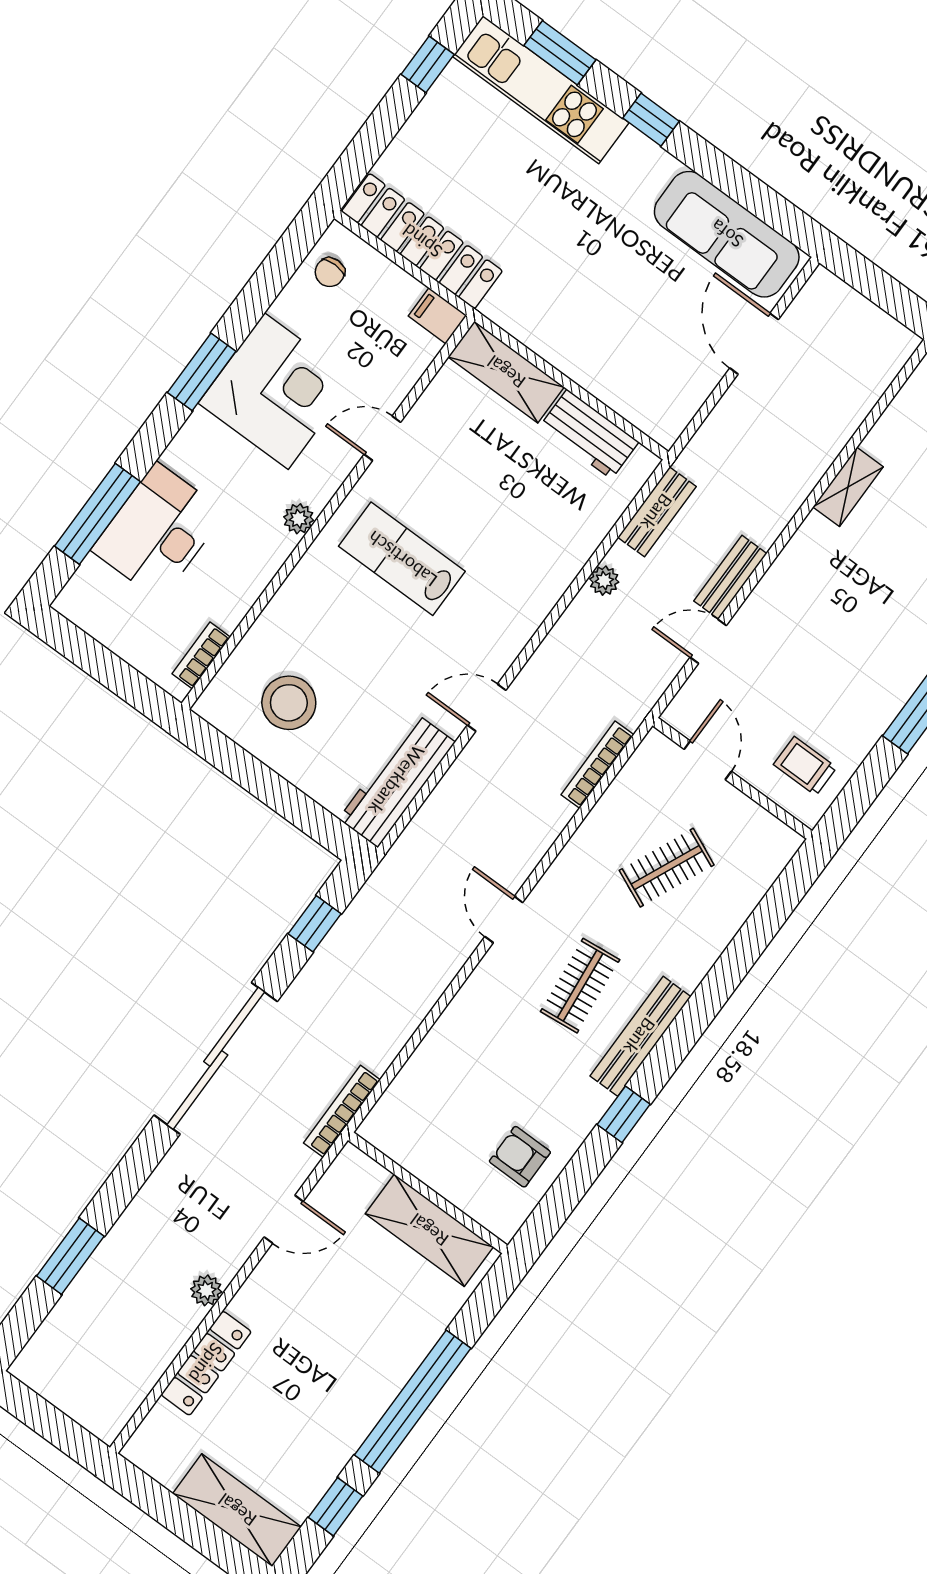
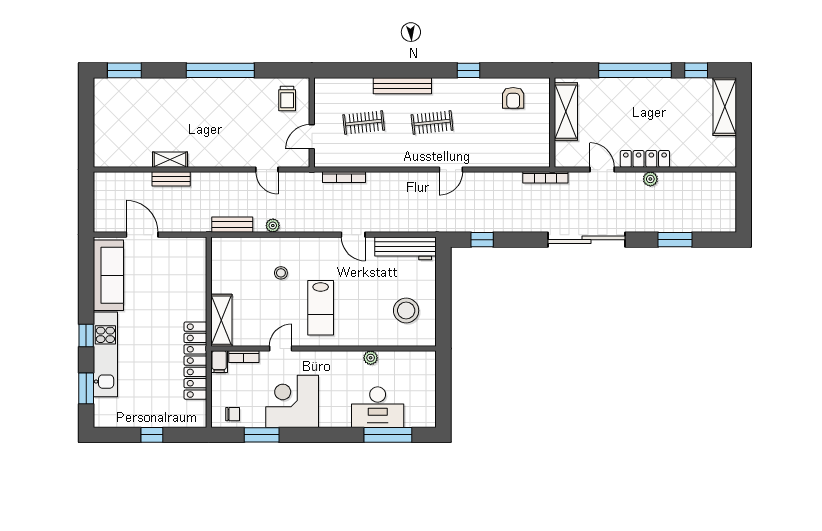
window: (428, 64) -> (152, 435), moved
kitchen unit: (541, 90) -> (105, 354), moved
locker: (422, 241) -> (195, 361), moved
door: (754, 344) -> (142, 235), swing flipped
window: (202, 372) -> (262, 435), moved
workbench: (589, 434) -> (222, 272), removed
door: (382, 438) -> (281, 348), swing flipped
plant: (299, 519) -> (371, 358), moved
stool: (512, 535) -> (281, 273), added
bench: (730, 577) -> (171, 179), moved
bookcase: (201, 655) -> (244, 357), moved
clothes rail: (667, 868) -> (364, 123), turned -30
door: (504, 920) -> (451, 170), moved
bench: (640, 1036) -> (402, 86), moved
sliding door: (216, 1058) -> (586, 240), moved
locker: (206, 1363) -> (645, 159), moved

